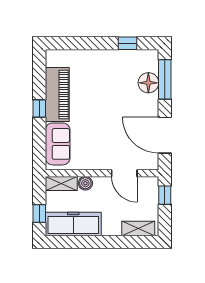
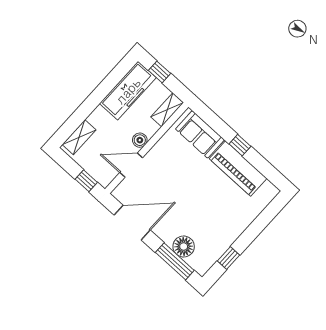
boiler: (85, 183) -> (140, 140), moved

